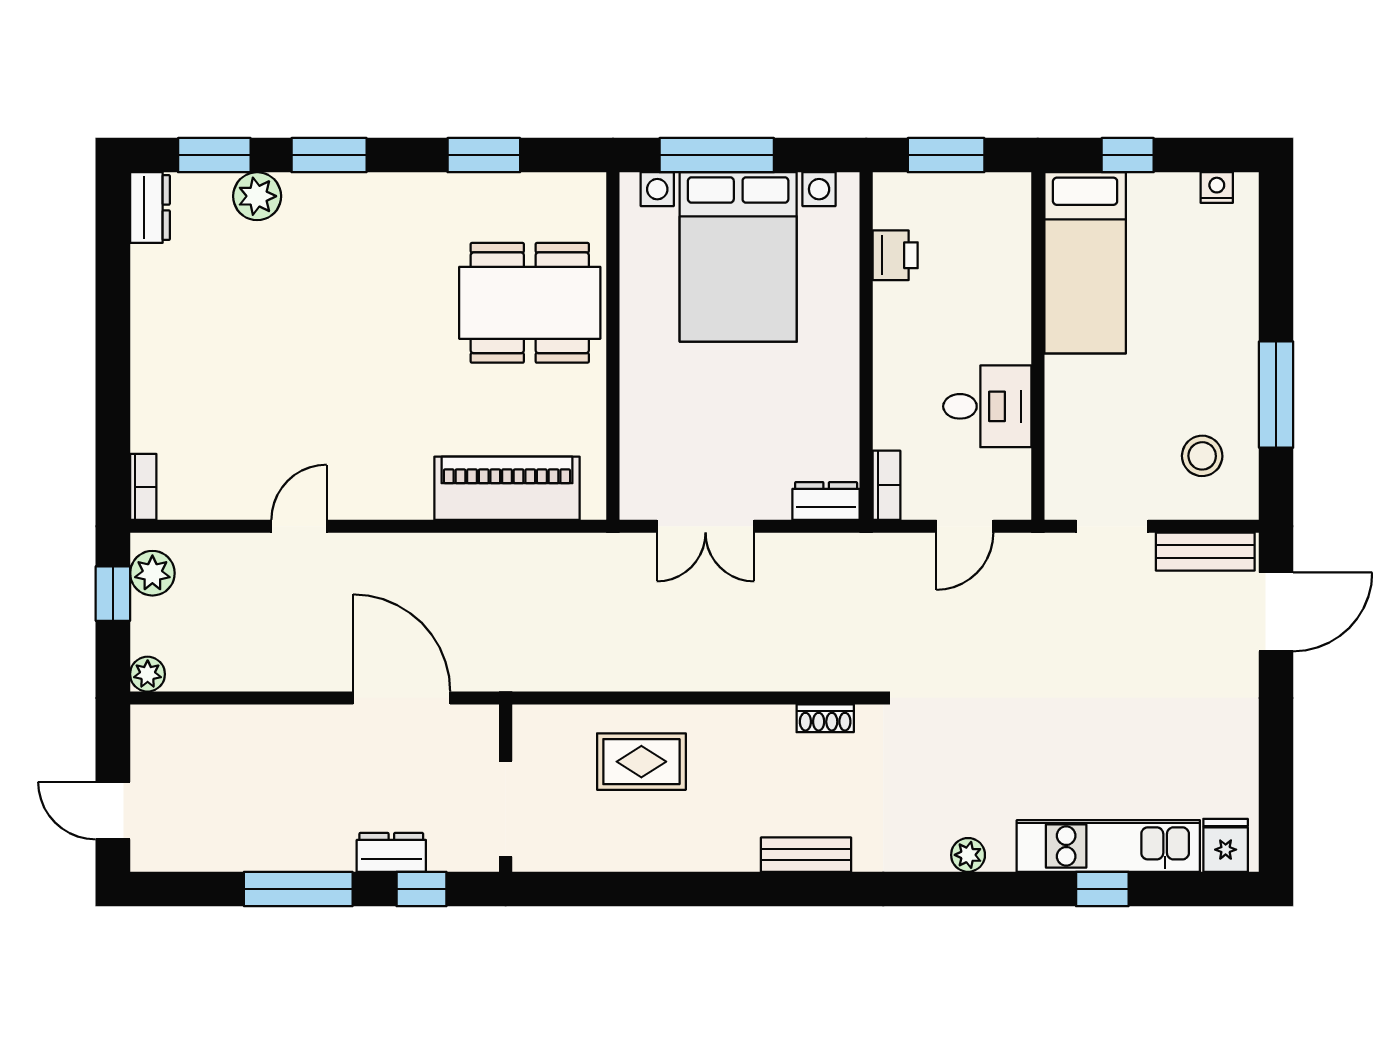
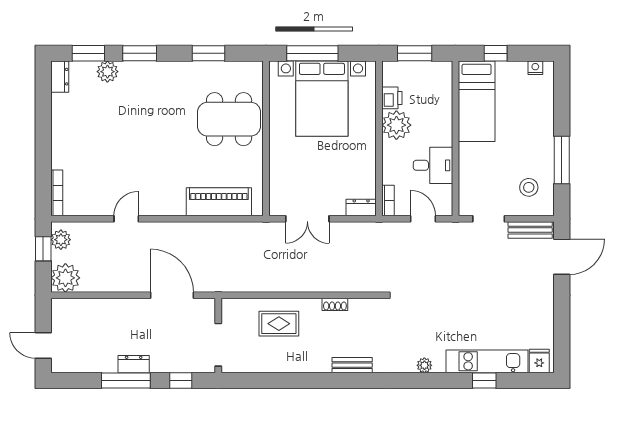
plant: (905, 316) -> (396, 125), added
bookcase: (143, 487) -> (57, 193), width x1.56
door: (965, 526) -> (423, 219), swing flipped
plant: (148, 674) -> (65, 278), width x1.88, depth x1.88
shoe rack: (825, 718) -> (335, 304), moved
dresser: (391, 852) -> (134, 364), moved

